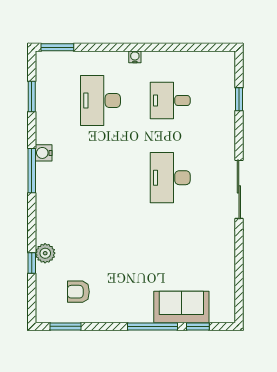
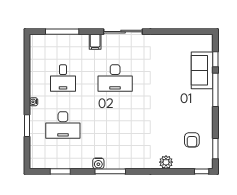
window: (57, 47) -> (27, 126), moved
window: (239, 99) -> (62, 32), width x2.17
filing cabinet: (224, 148) -> (95, 42), added
window: (32, 263) -> (202, 171), moved

